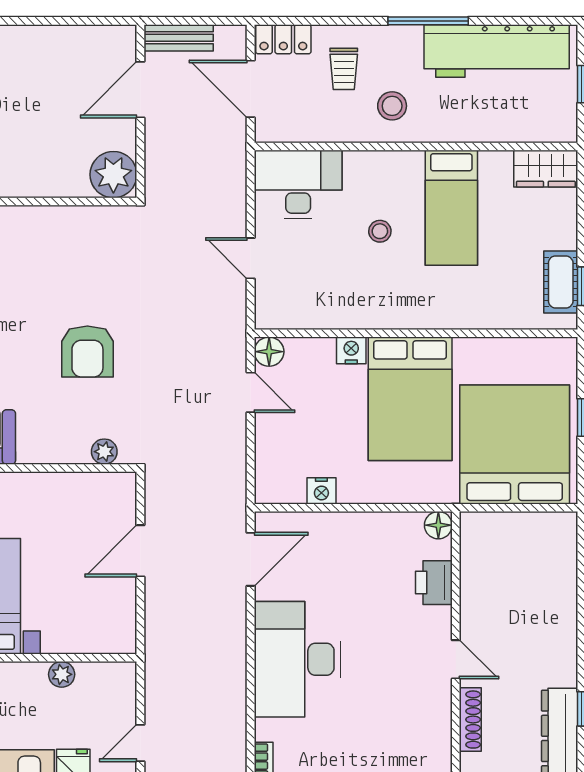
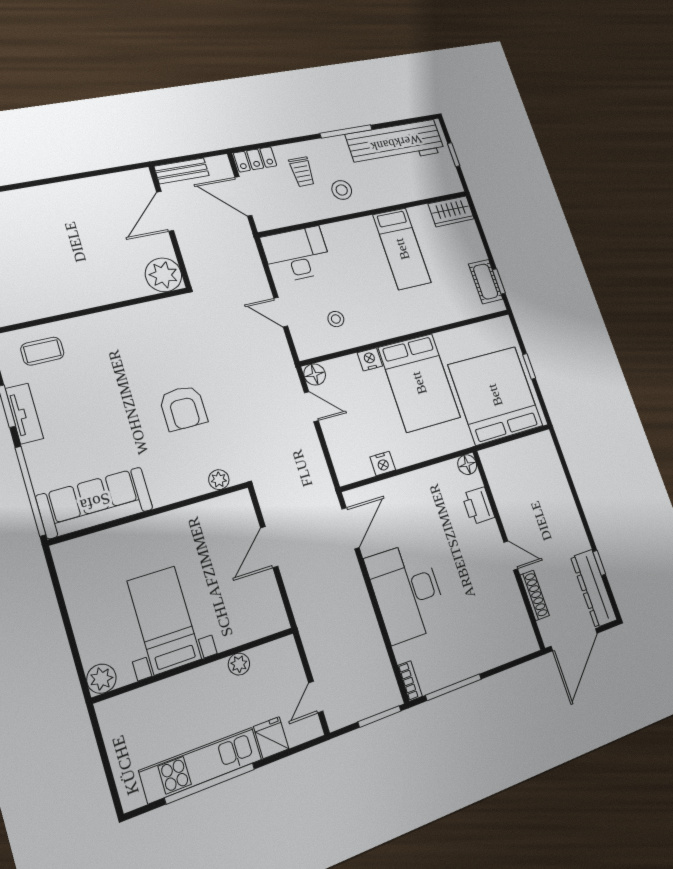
stool: (380, 231) -> (336, 319), moved

